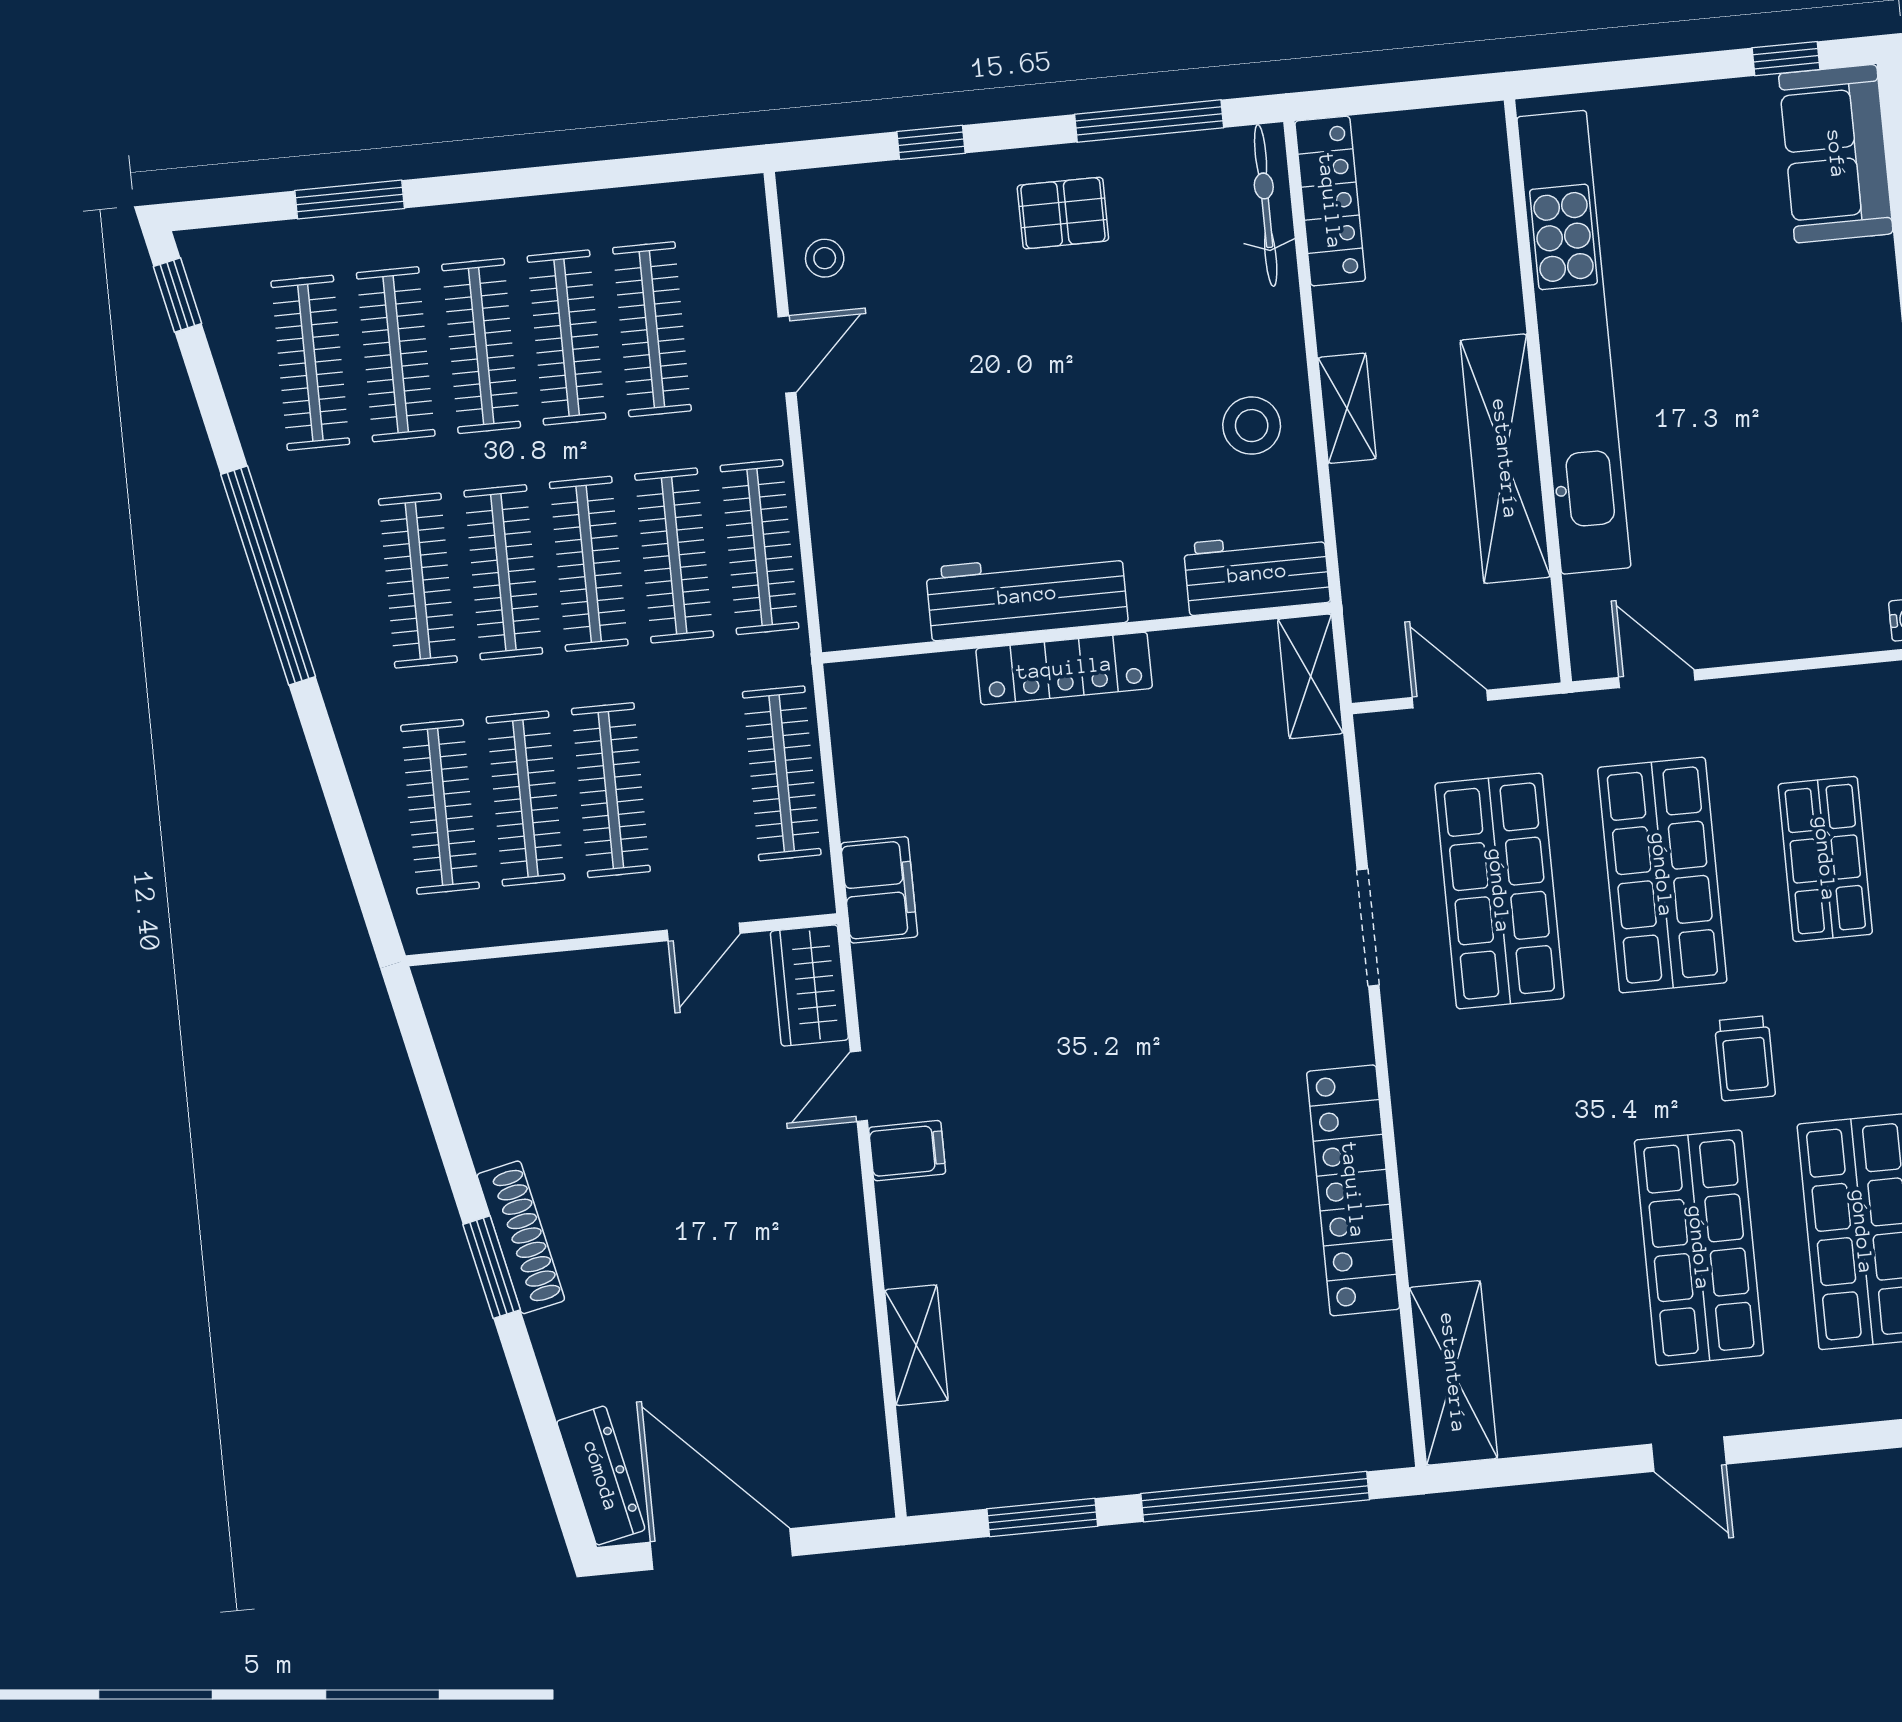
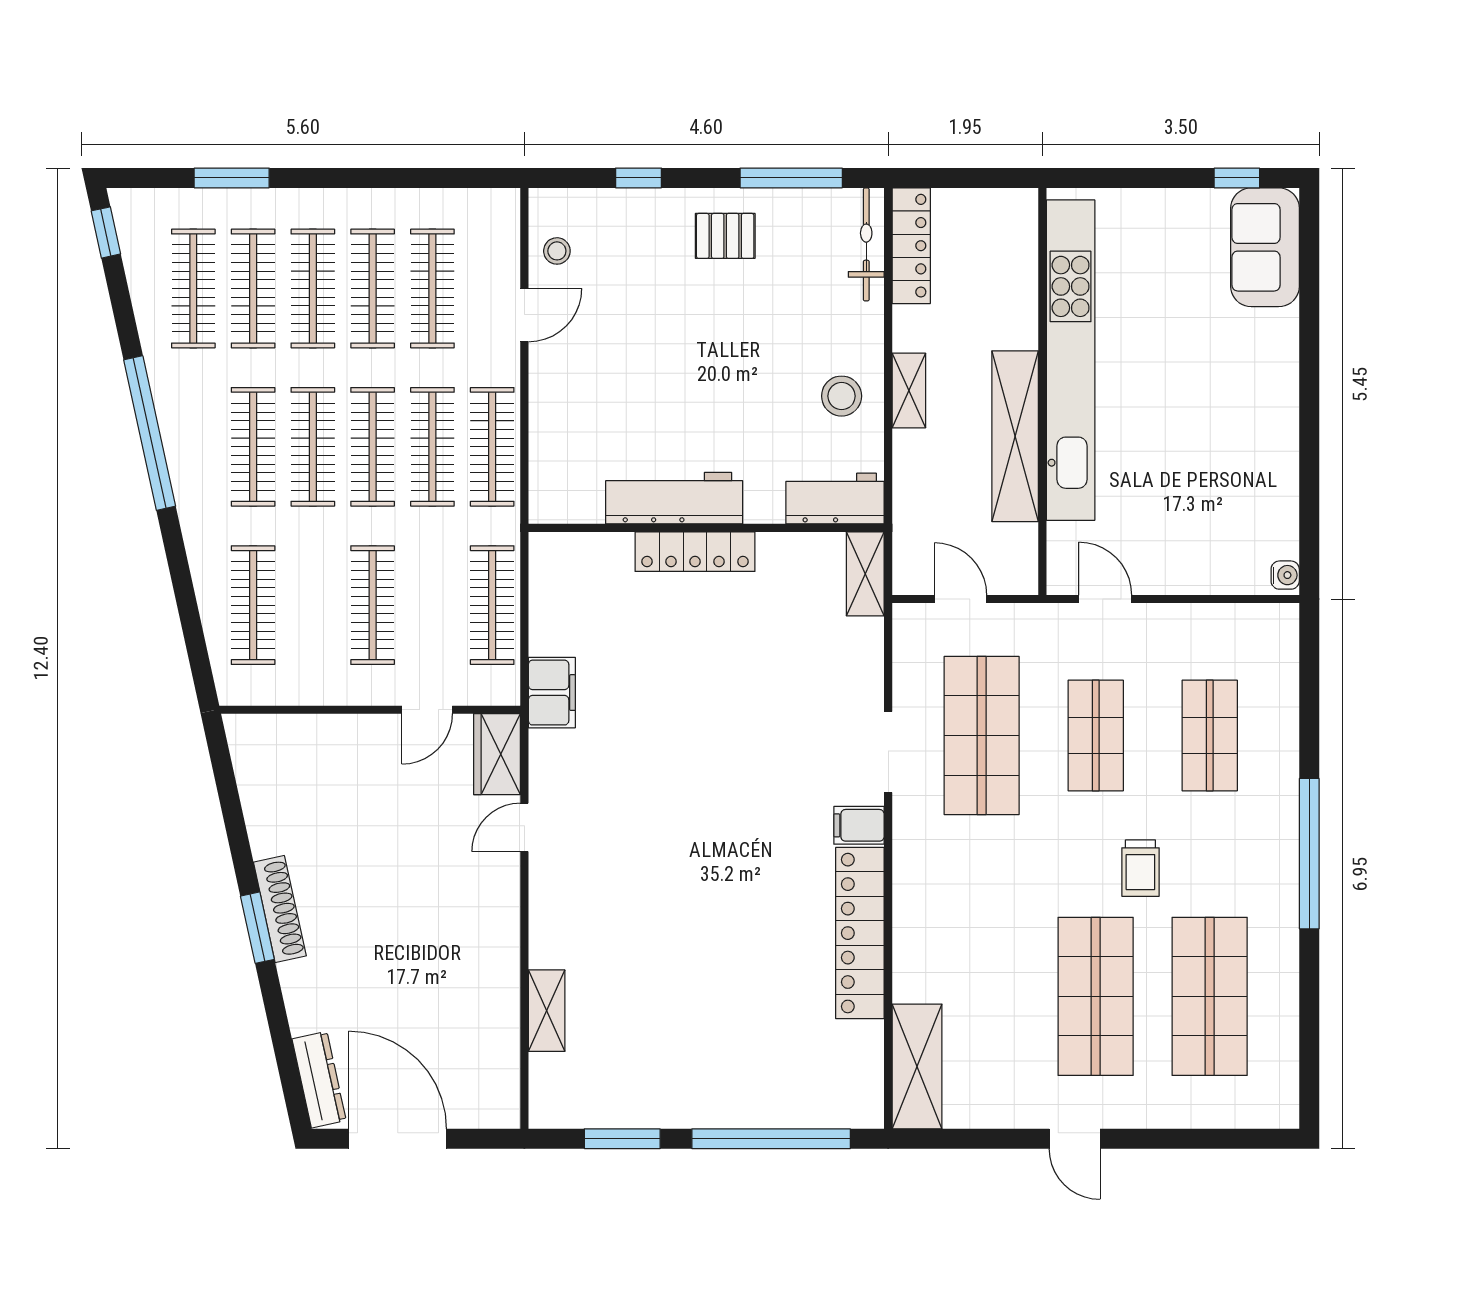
clothes rail: (525, 798) -> (313, 605), removed
shop shelf: (1662, 875) -> (1096, 735), width x0.70, depth x0.74
filing cabinet: (907, 1151) -> (859, 825), moved, turned 180

